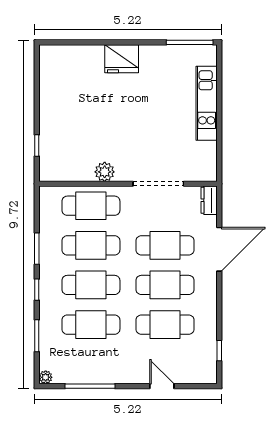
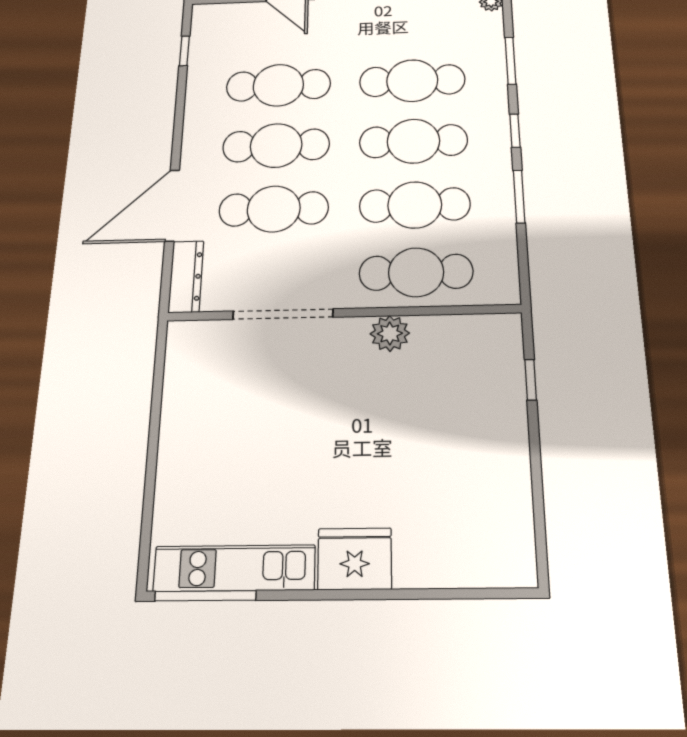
kitchen unit: (207, 103) -> (234, 568), moved, turned -90
dresser: (209, 200) -> (186, 277), width x1.44

